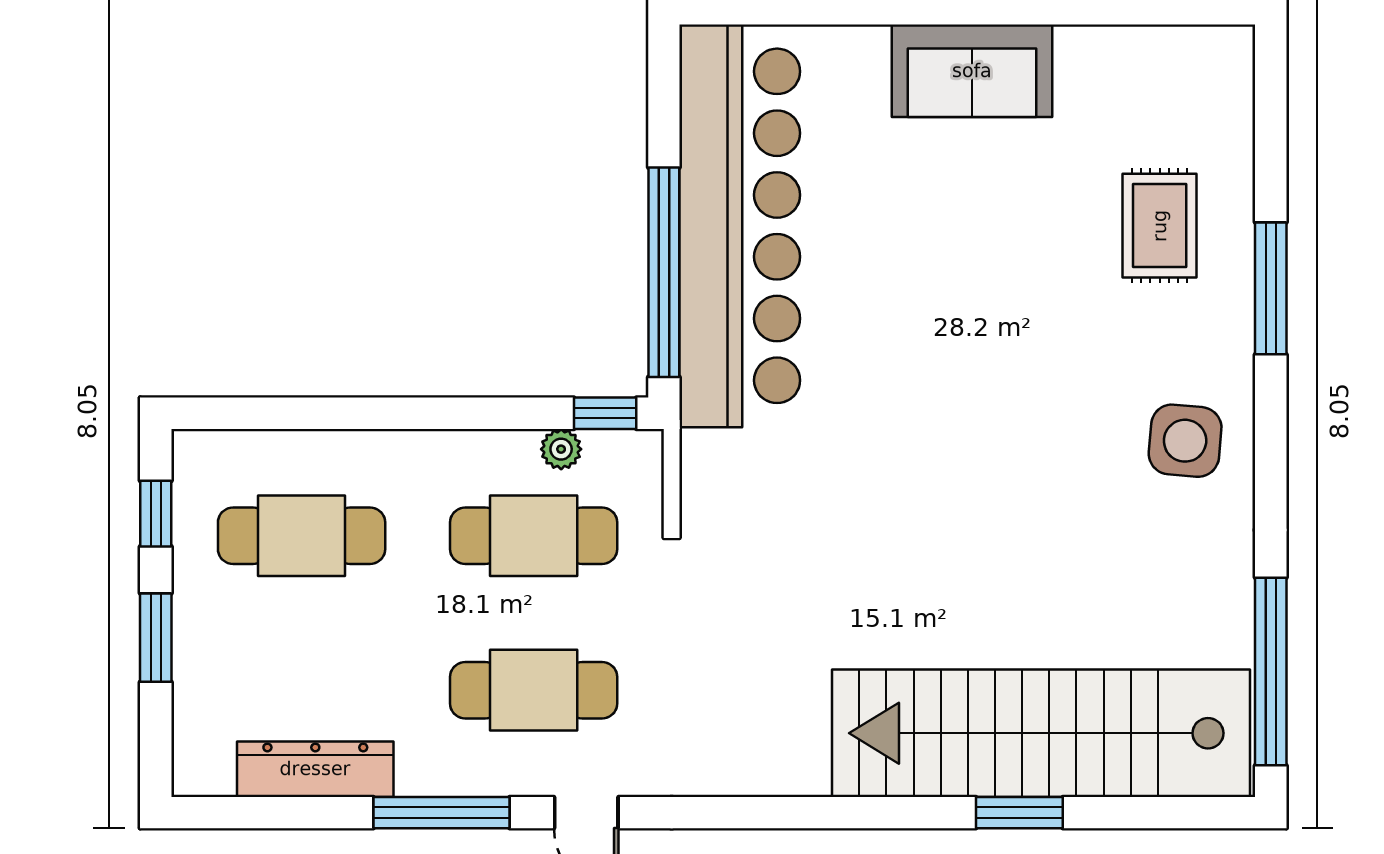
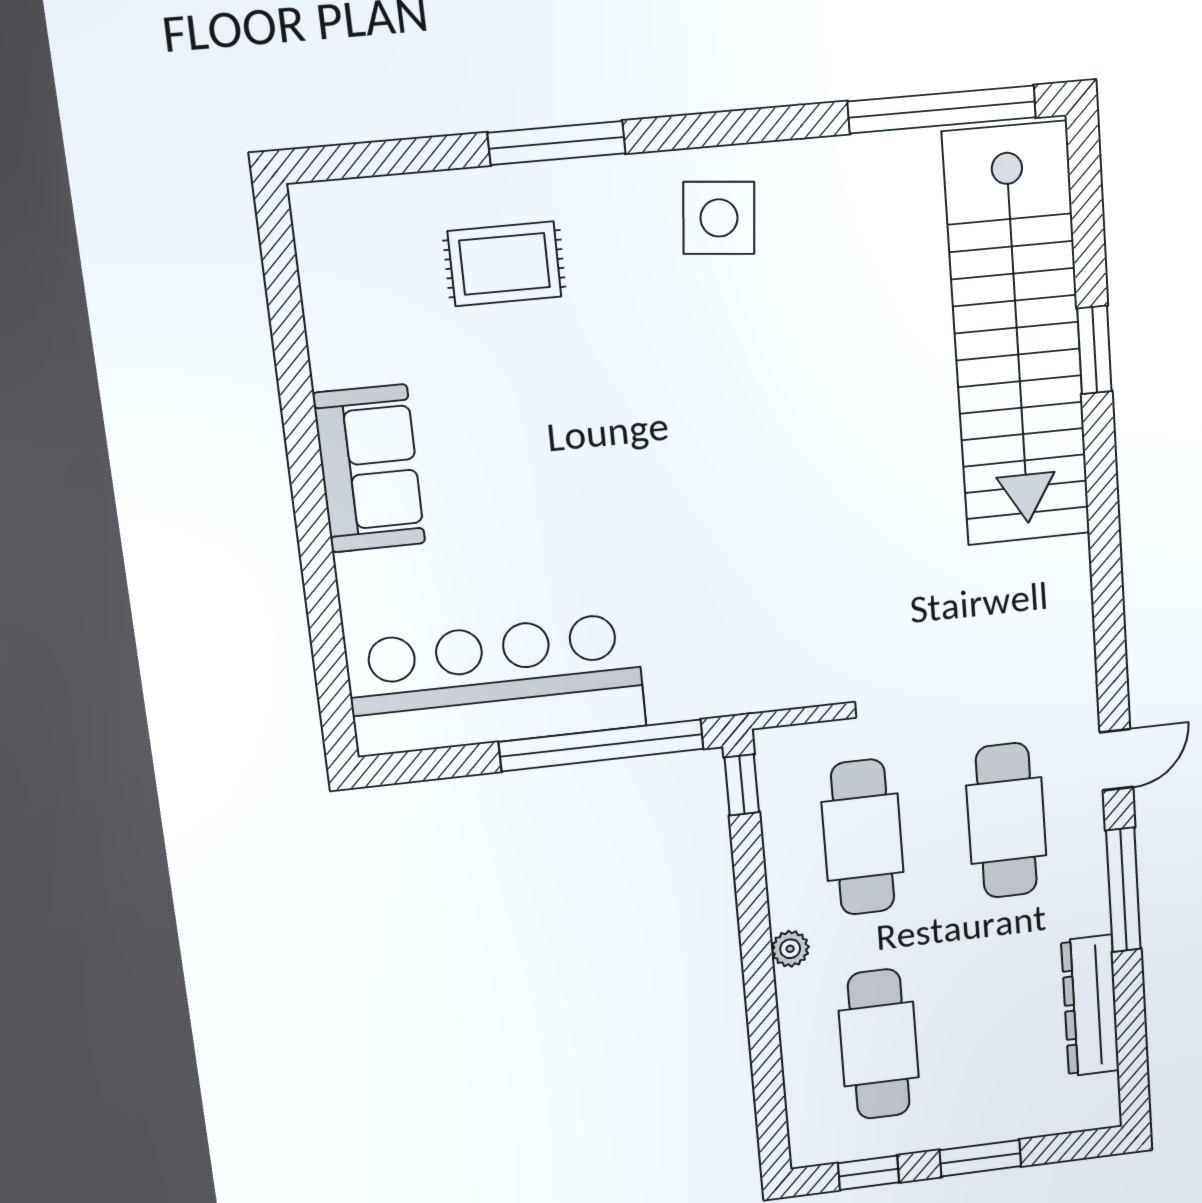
bar counter: (740, 226) -> (496, 684), width x0.73
plant: (561, 449) -> (790, 949), moved

